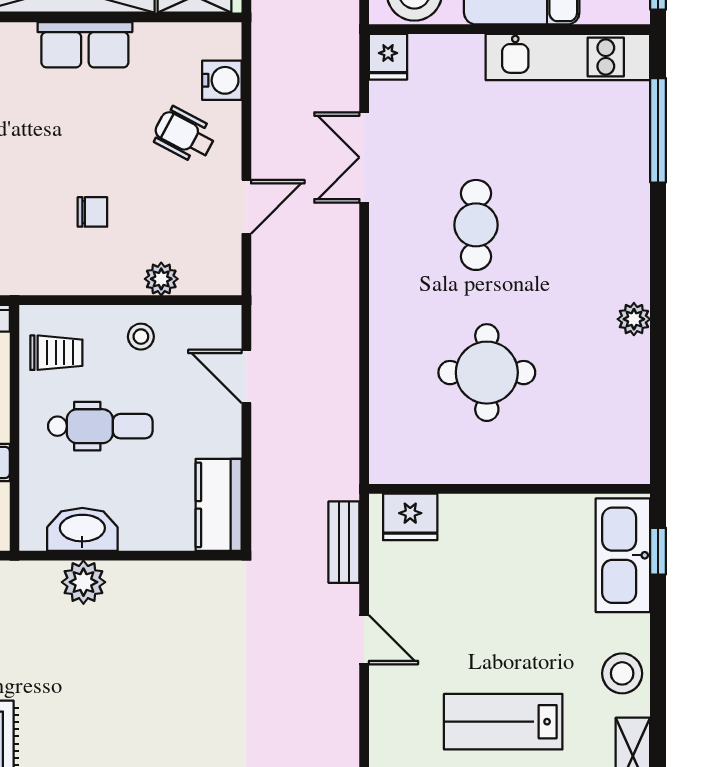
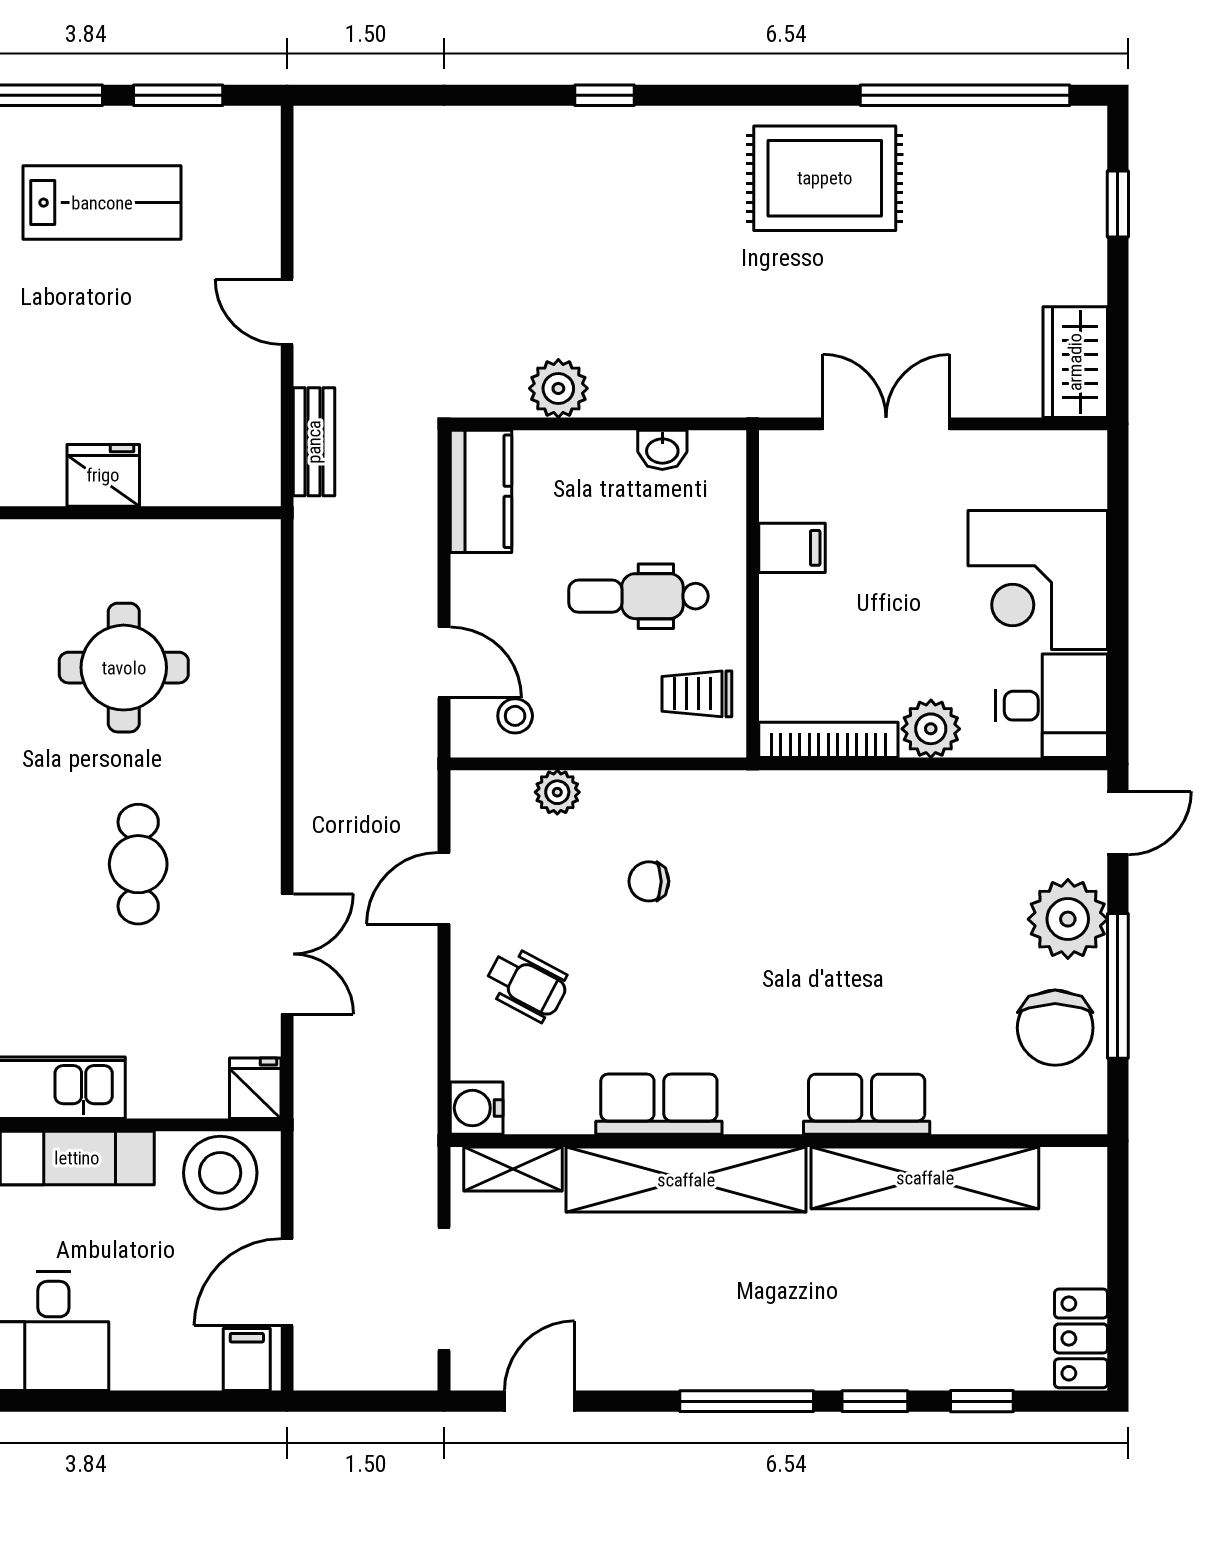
water cooler: (222, 80) -> (477, 1108), moved
stool: (141, 337) -> (515, 716), moved
fridge: (410, 517) -> (103, 475), moved
washbasin: (82, 529) -> (662, 450), width x0.52, depth x0.69
plant: (83, 582) -> (558, 388), moved

